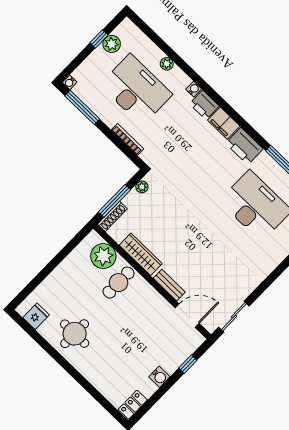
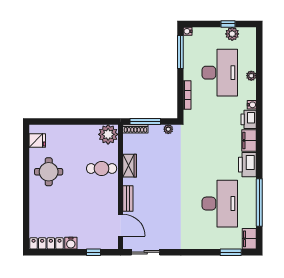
wardrobe: (141, 254) -> (130, 166), width x0.67
plant: (103, 256) -> (108, 134), moved
locker: (133, 405) -> (47, 243), width x1.53

